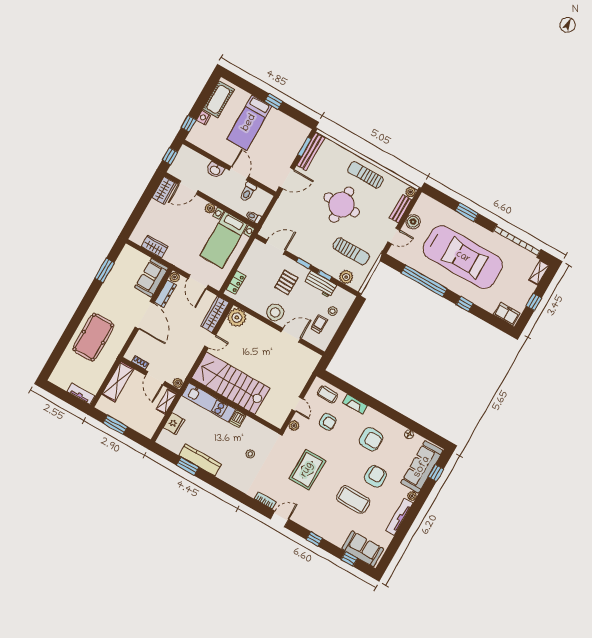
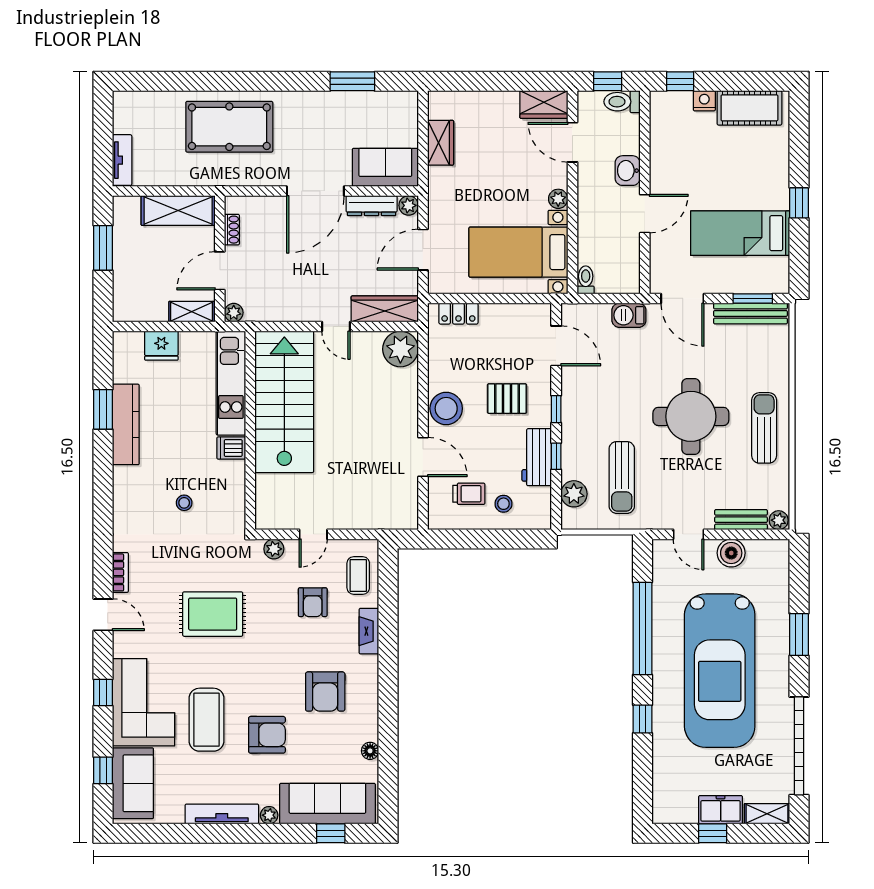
bed: (249, 123) -> (740, 233), moved
toilet: (248, 192) -> (622, 102), moved
barbecue: (280, 207) -> (629, 315), added
freezer: (507, 314) -> (721, 810), moved, turned -90
corner sofa: (329, 523) -> (144, 702), added

